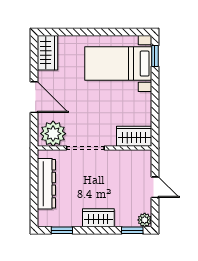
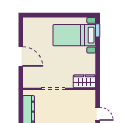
wardrobe: (47, 53) -> (29, 28), removed
plant: (53, 134) -> (33, 80), removed

